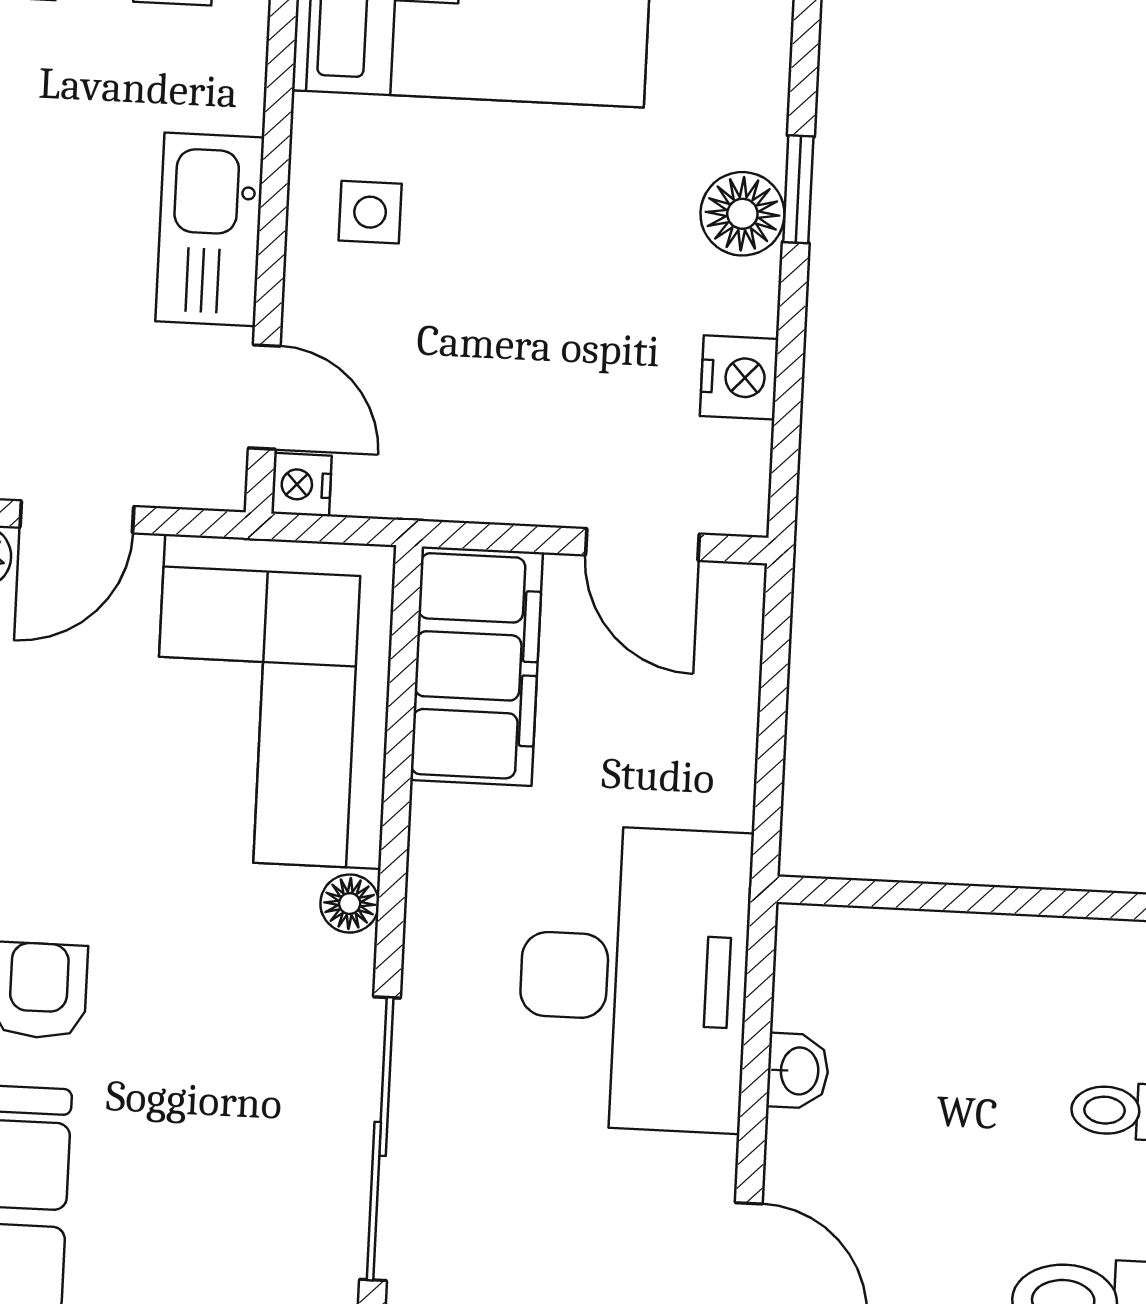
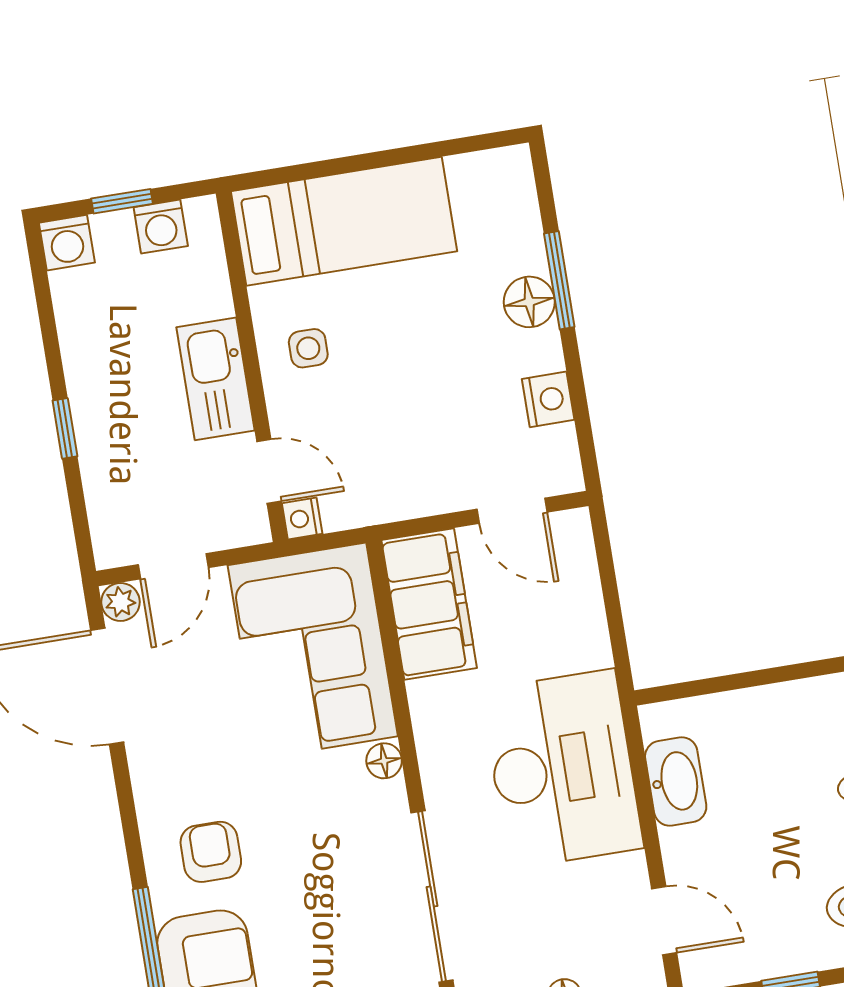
window: (798, 189) -> (559, 280), width x1.50
washbasin: (798, 1071) -> (676, 782), width x1.91, depth x1.45

